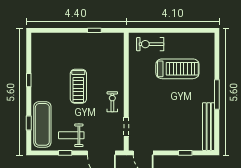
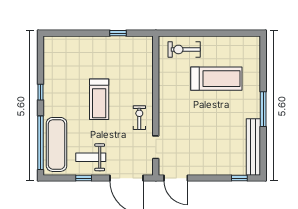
window: (29, 123) -> (40, 143), width x3.17
window: (185, 153) -> (239, 178), moved

